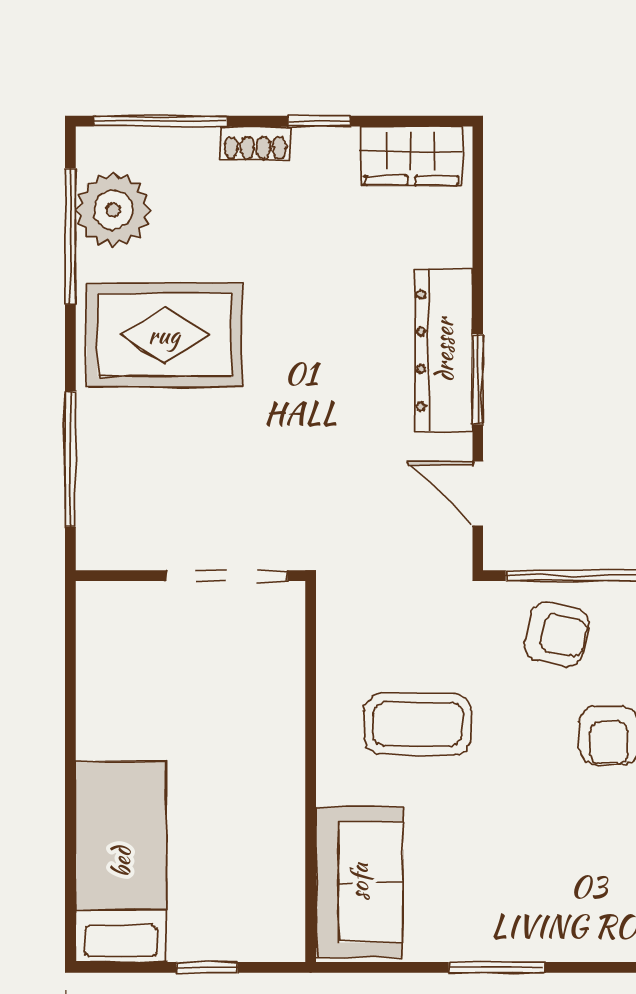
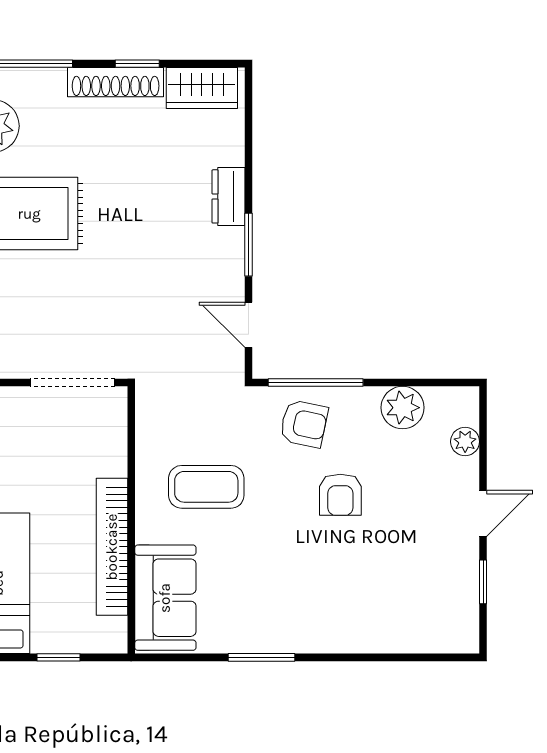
shoe rack: (255, 143) -> (116, 82), width x1.94, depth x1.24
dresser: (444, 350) -> (228, 196), width x0.51, depth x0.80
bookcase: (283, 810) -> (112, 547), added

